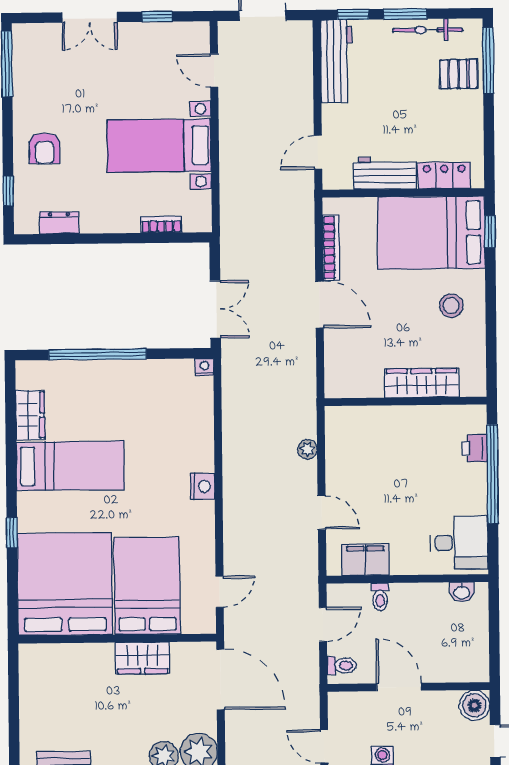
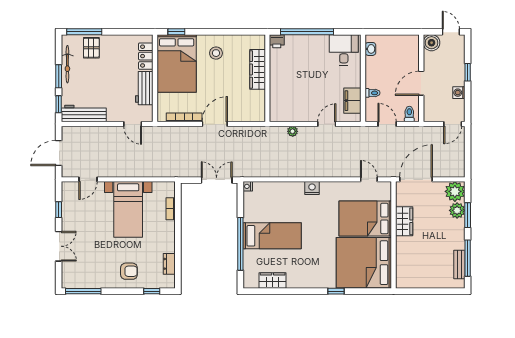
printer: (475, 448) -> (277, 41), moved
bed: (70, 466) -> (272, 236), moved, turned 90

